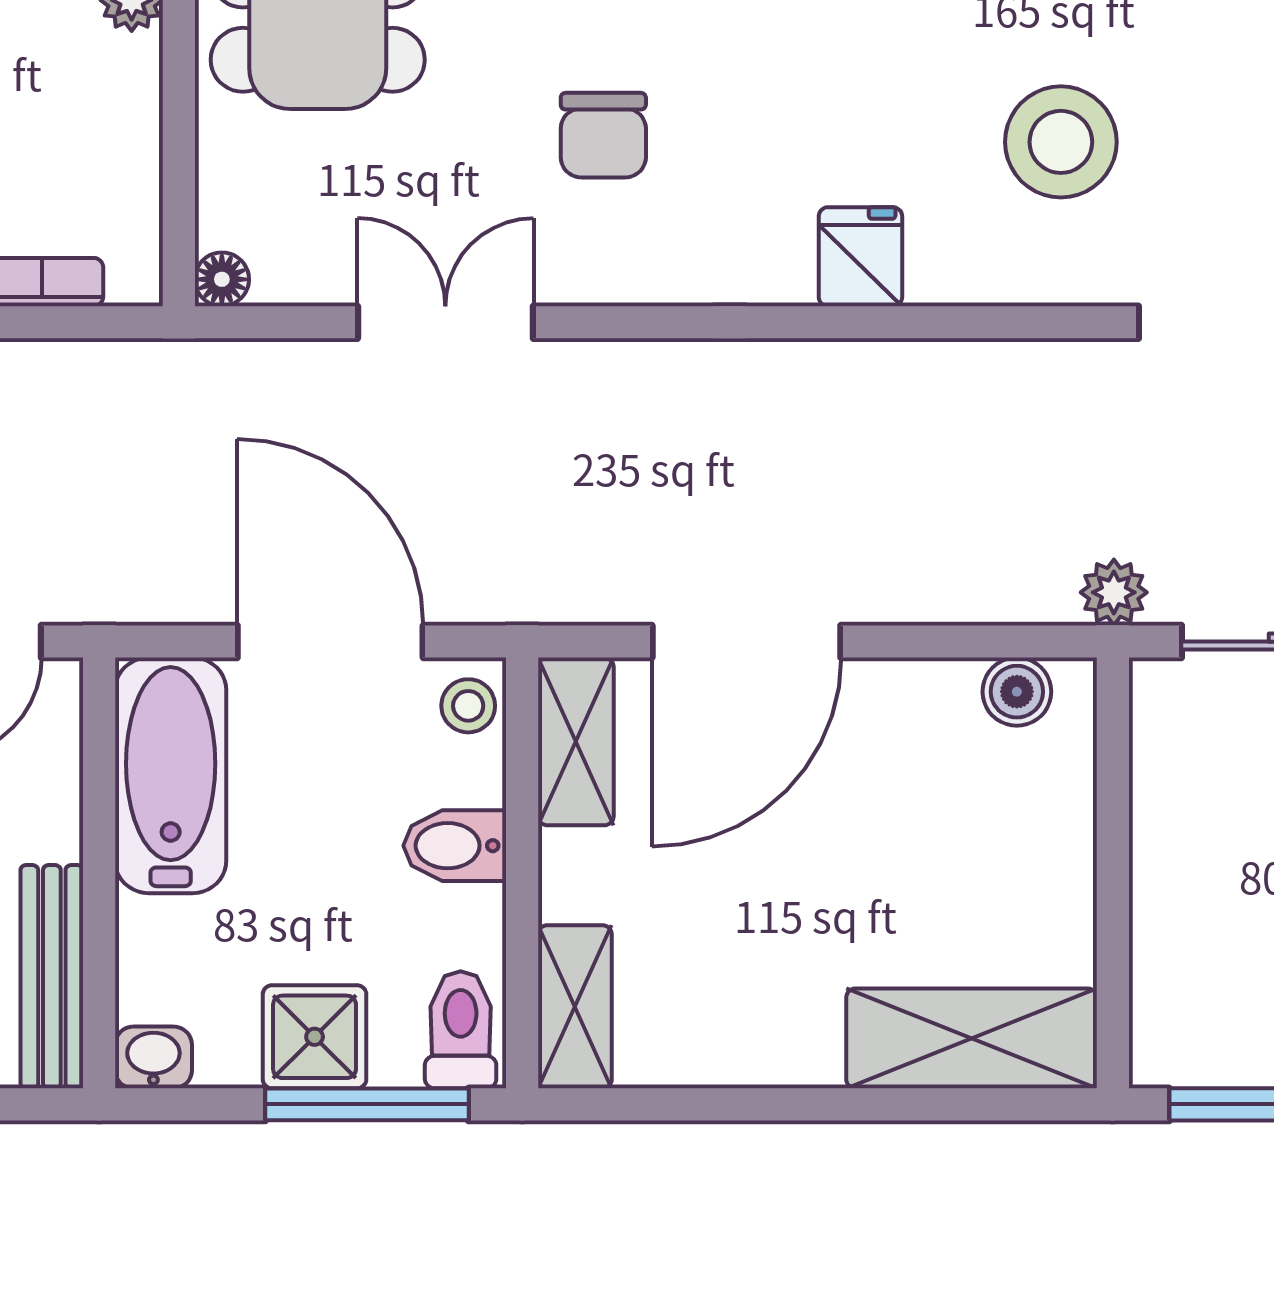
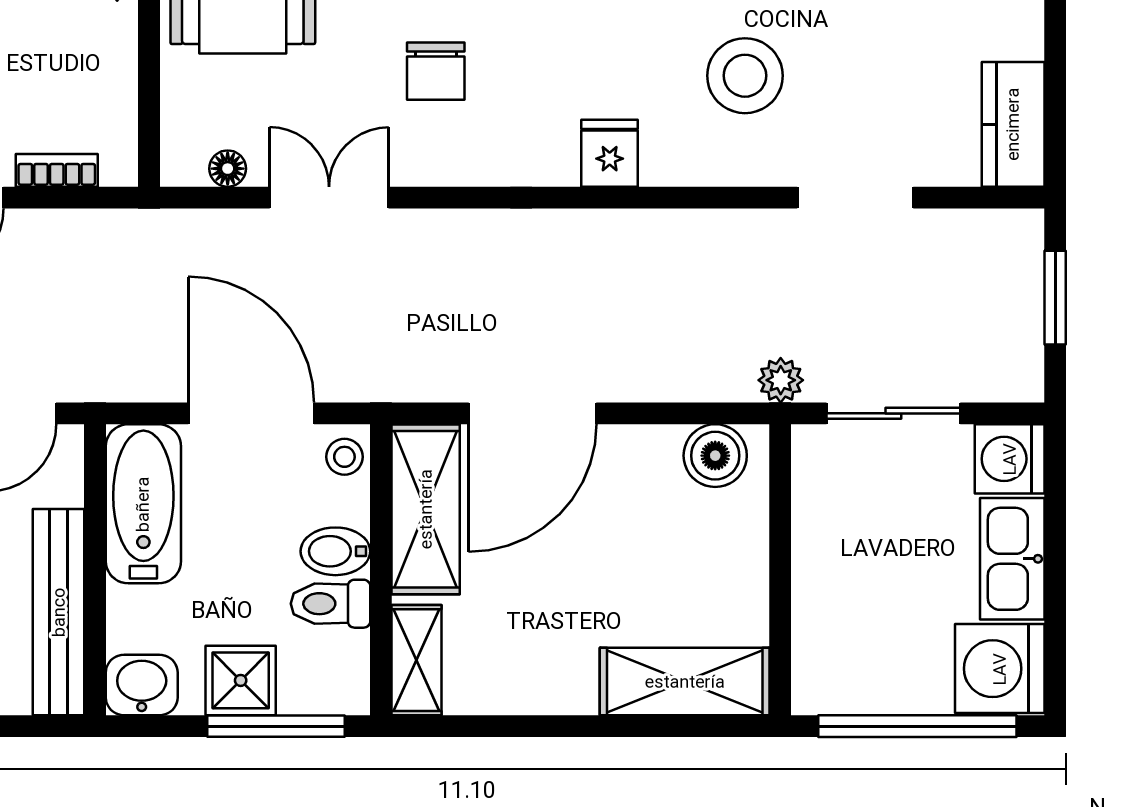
floor lamp: (222, 279) -> (228, 169), moved
boiler: (1017, 692) -> (715, 456), width x1.36, depth x1.36
shelving: (576, 742) -> (426, 509), width x1.50, depth x1.33
bench: (52, 977) -> (59, 612), width x1.37, depth x1.21
toilet: (461, 1030) -> (330, 604), moved, turned -90
washbasin: (153, 1057) -> (142, 685), width x1.38, depth x1.45

